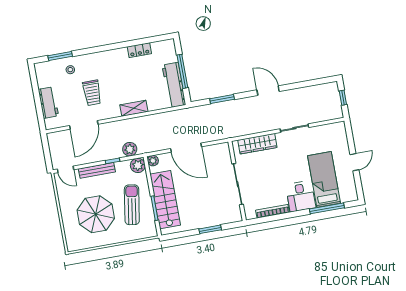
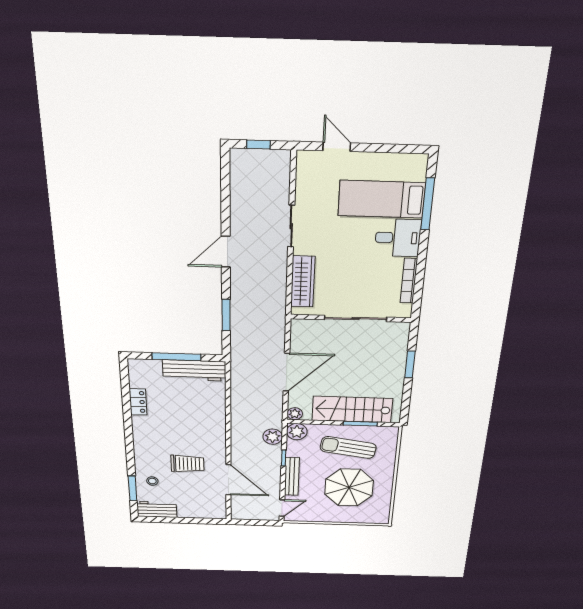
workbench: (48, 103) -> (157, 509), moved
shelving: (134, 108) -> (218, 422), removed
door: (354, 162) -> (337, 147), moved

